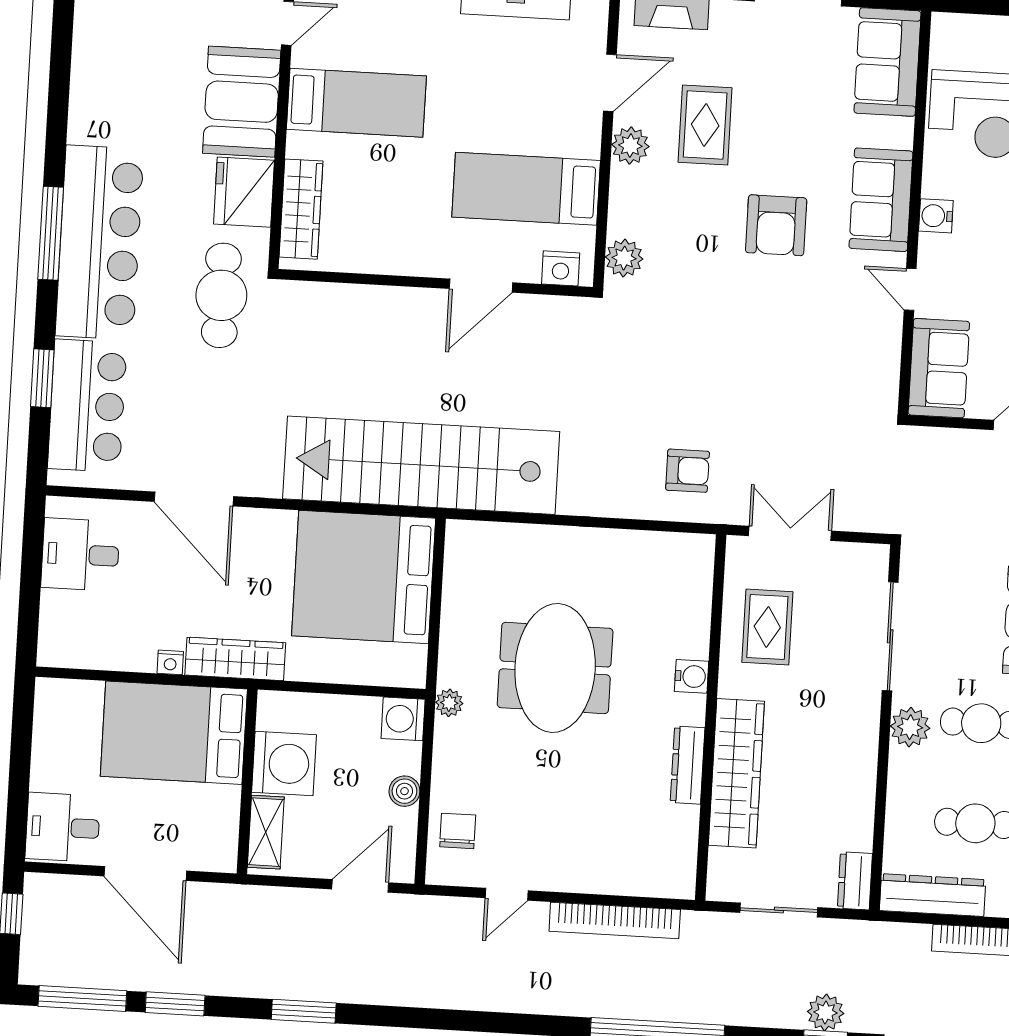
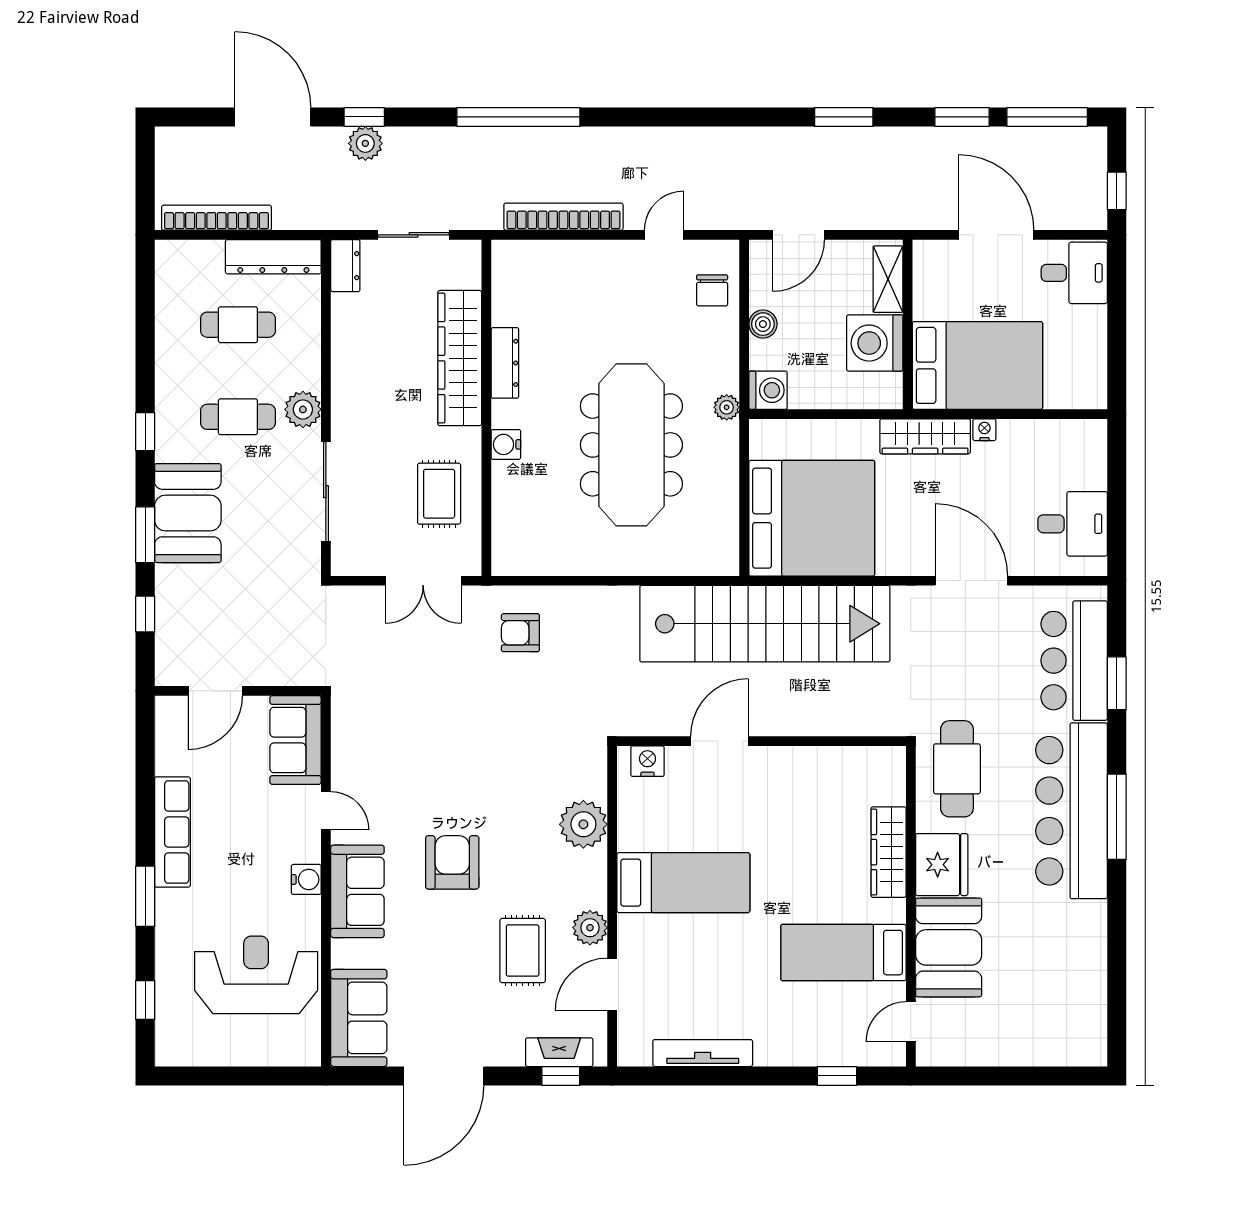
plant: (624, 258) -> (583, 824), width x1.36, depth x1.36
nightstand: (561, 268) -> (647, 761), moved
wall: (435, 283) -> (761, 741), moved
door: (481, 286) -> (720, 741), moved
meeting table: (555, 668) -> (631, 445), width x1.36

